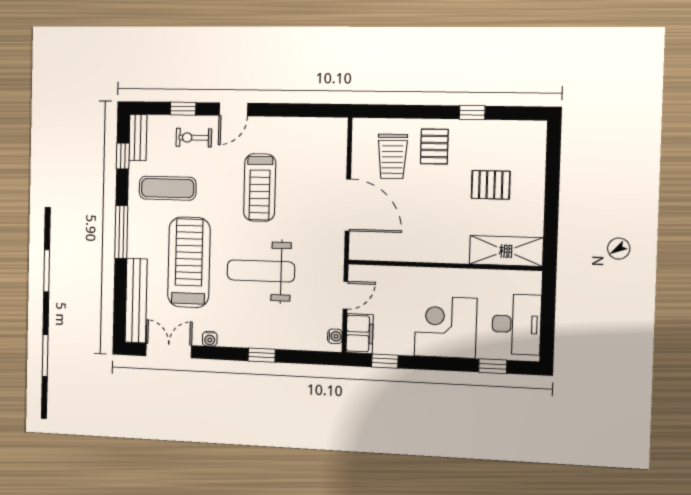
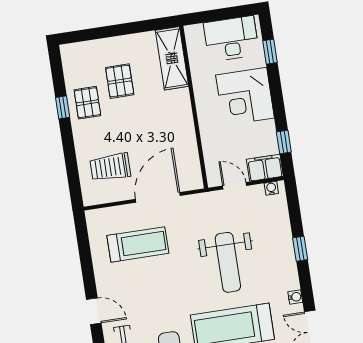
pallet: (434, 147) -> (87, 103), moved, turned 90
trolley: (392, 156) -> (110, 167), turned 180
treadmill: (260, 188) -> (138, 244), moved

